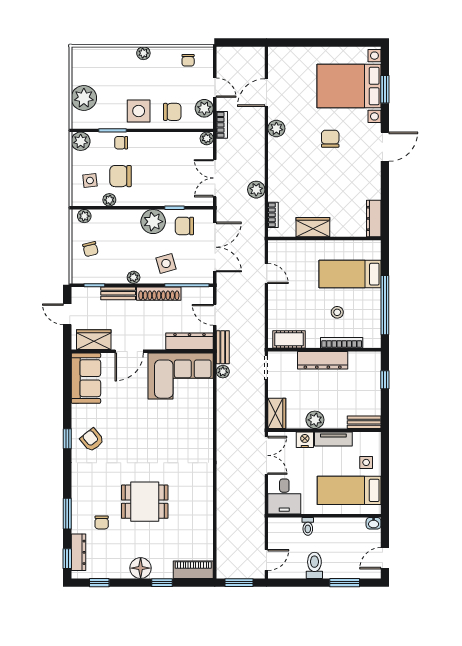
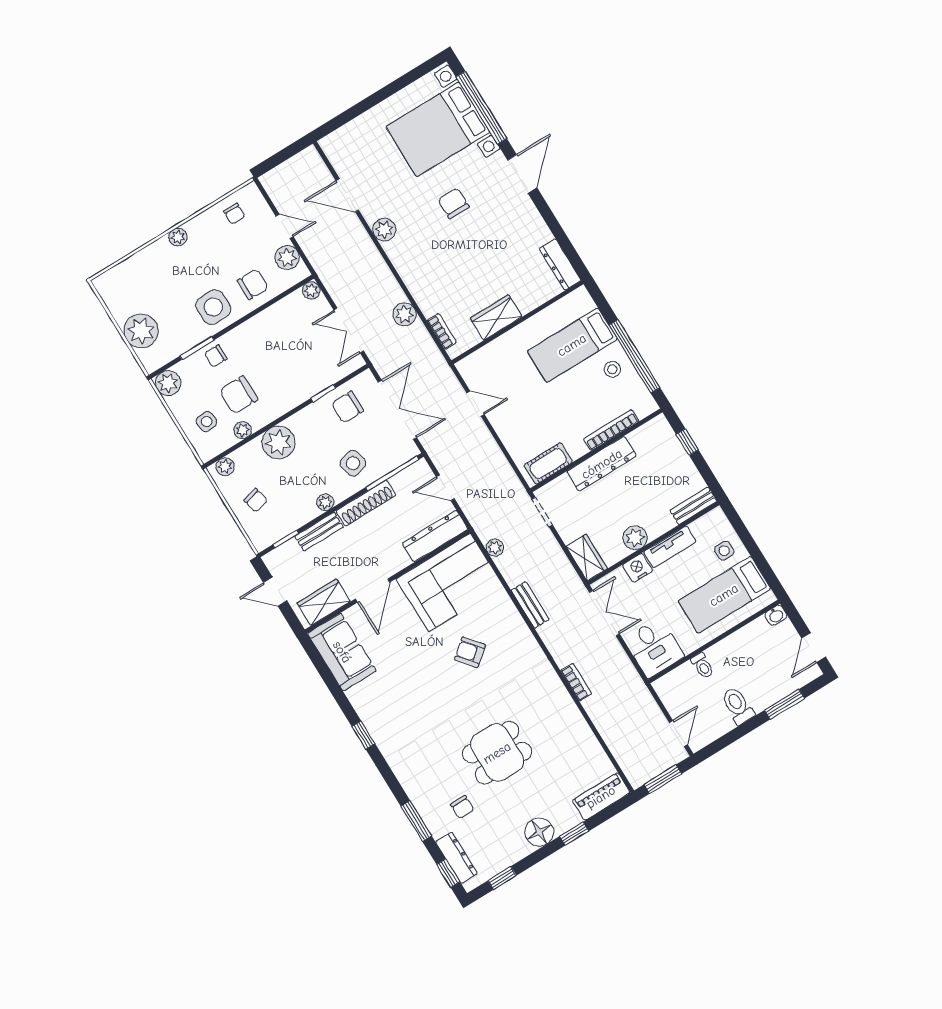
window: (385, 89) -> (482, 108), width x2.11
door: (266, 93) -> (347, 195), hinge flipped
bookcase: (222, 125) -> (576, 682), moved
plant: (153, 222) -> (278, 443), moved
stool: (337, 312) -> (612, 369), moved
bench: (223, 347) -> (530, 605), moved
armchair: (92, 440) -> (470, 652), moved

